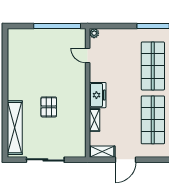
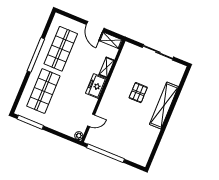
door: (88, 55) -> (91, 120), hinge flipped
shelving: (15, 128) -> (164, 106), moved
door: (125, 160) -> (95, 26), swing flipped

